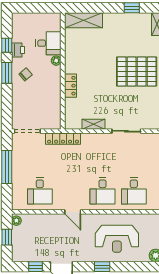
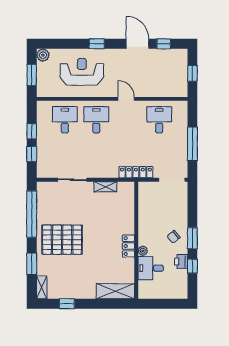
locker: (70, 86) -> (128, 246), moved
plant: (16, 221) -> (183, 90), removed

